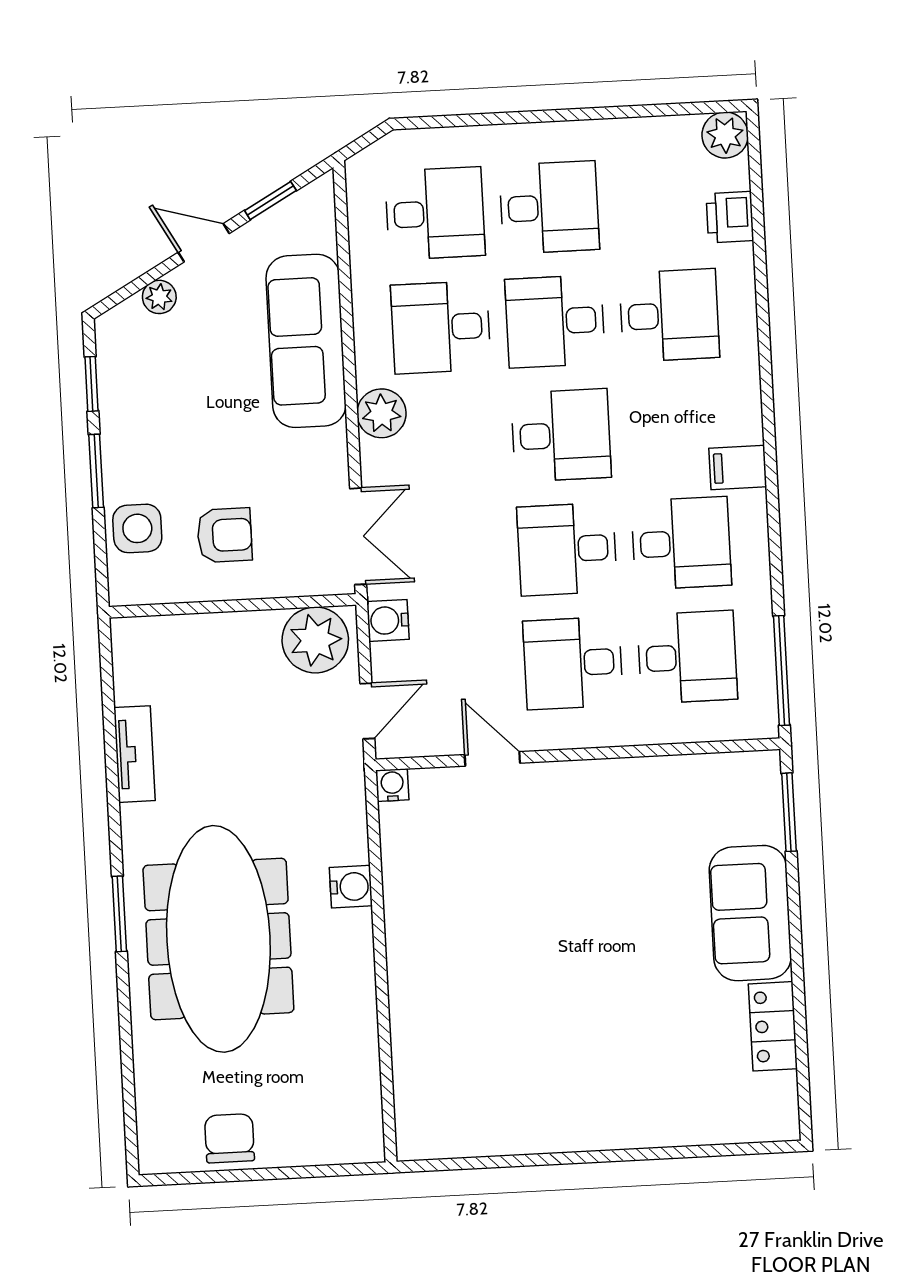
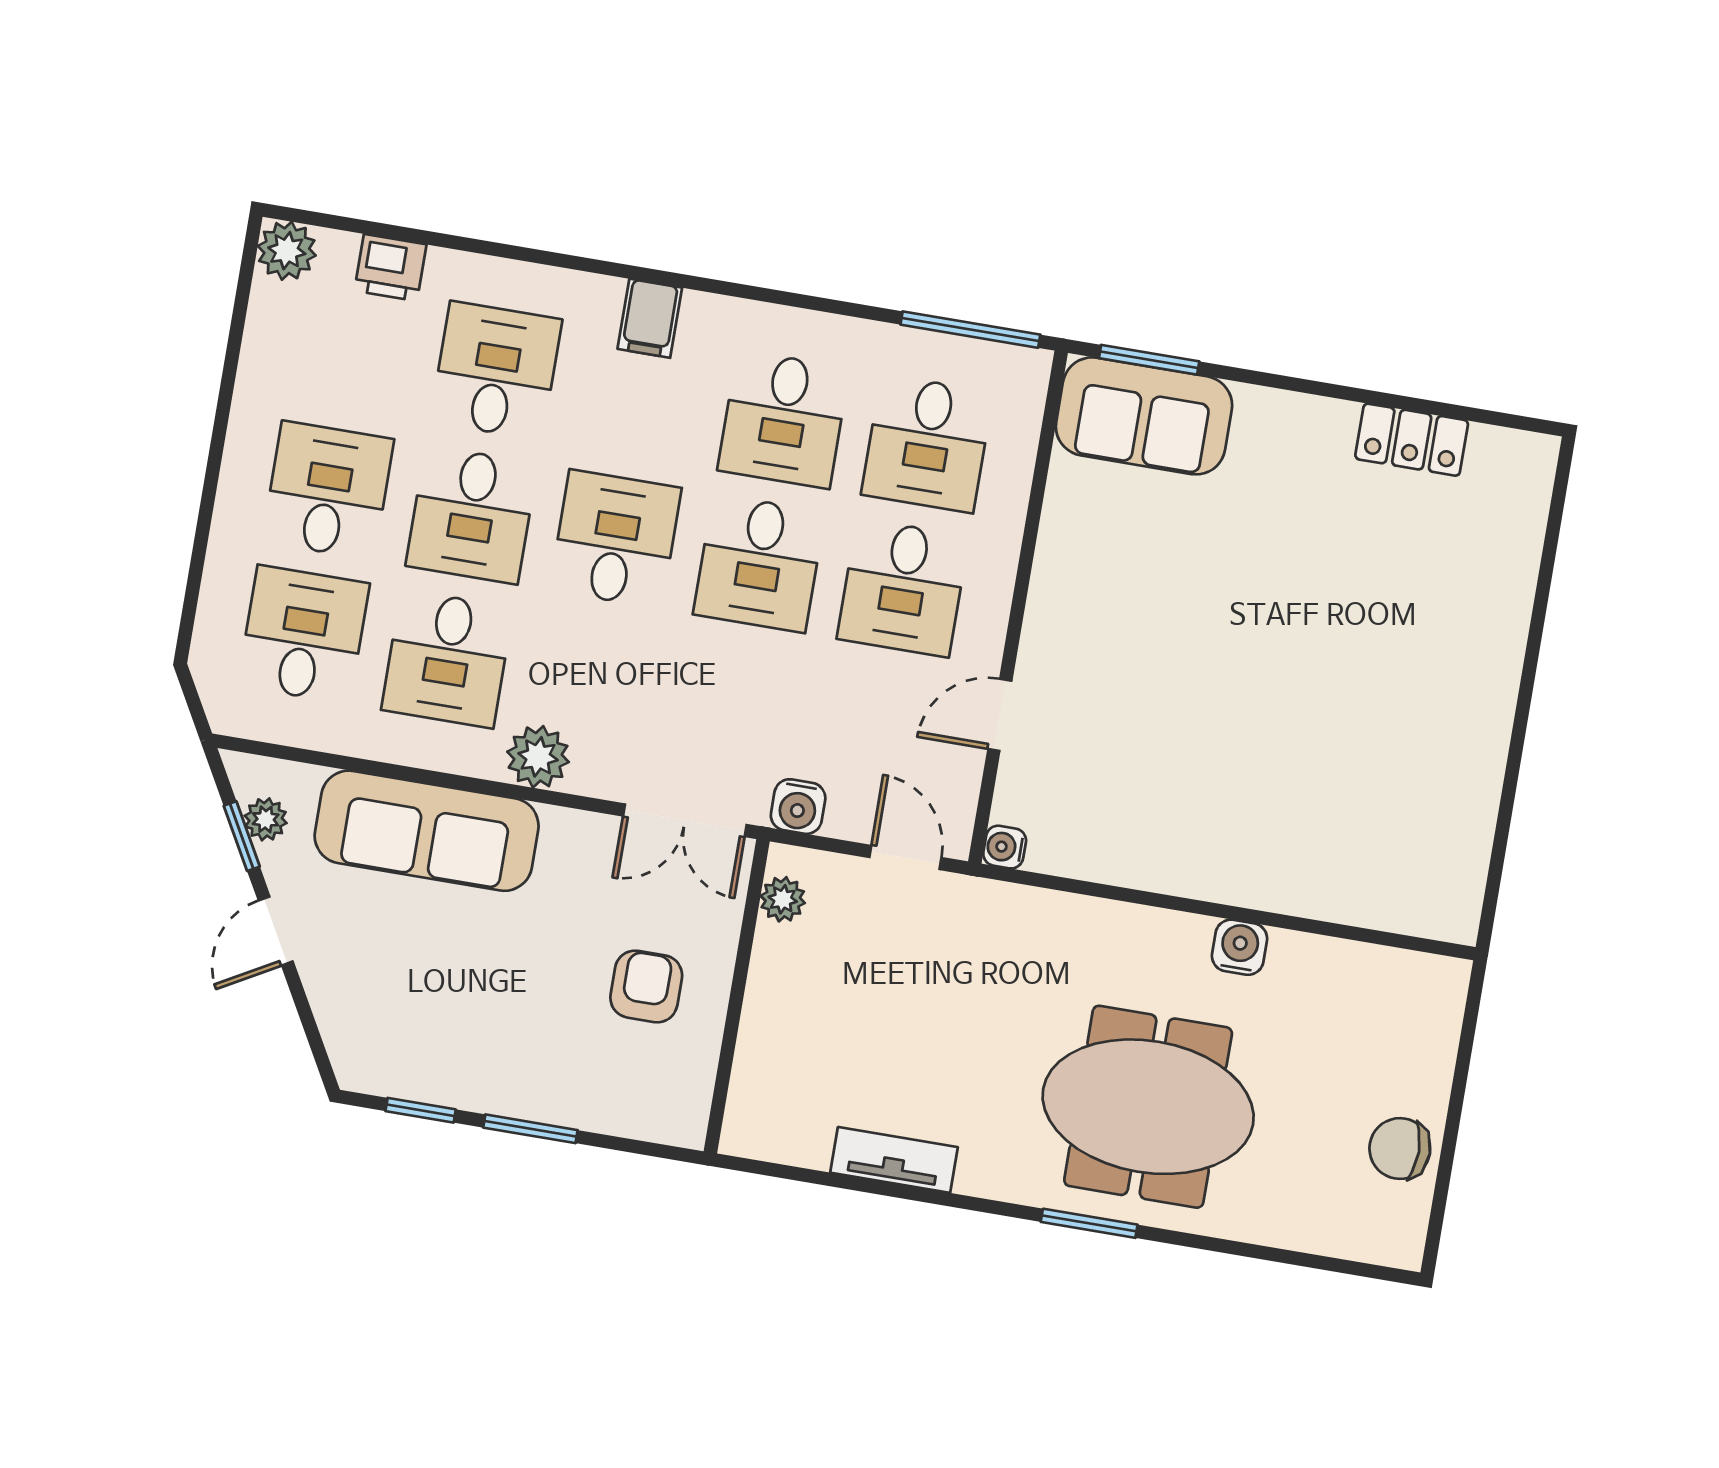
plant: (159, 297) -> (266, 819), moved
filing cabinet: (738, 468) -> (650, 318), moved
side table: (137, 528) -> (614, 1093), removed
double door: (358, 536) -> (685, 820), swing flipped
desk: (681, 543) -> (784, 419), turned 180
plant: (315, 640) -> (783, 899), width x0.53, depth x0.53
desk: (687, 657) -> (927, 444), turned 180
water cooler: (351, 887) -> (1240, 947), moved
sofa: (750, 913) -> (1144, 416), moved
meeting table: (218, 939) -> (1148, 1107), width x0.73

